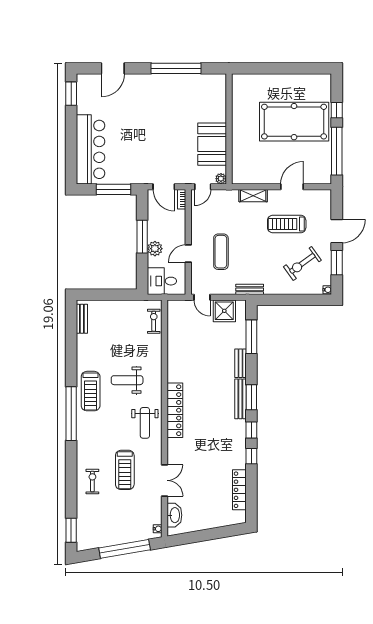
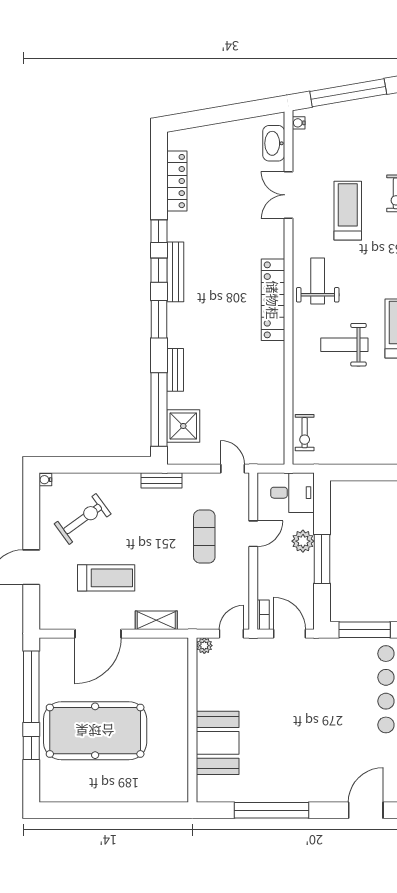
booth: (212, 144) -> (218, 743), moved
door: (292, 187) -> (98, 634), width x1.36
window: (337, 263) -> (31, 520), removed
shower: (224, 311) -> (183, 426), moved
window: (251, 337) -> (159, 410), width x1.46
weight bench: (127, 380) -> (344, 345), turned 180
bench: (240, 399) -> (175, 272), moved

